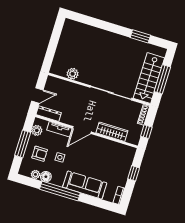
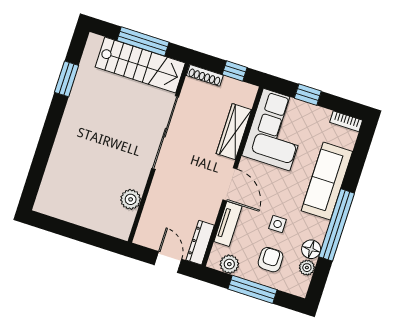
corner sofa: (113, 156) -> (277, 130), added

